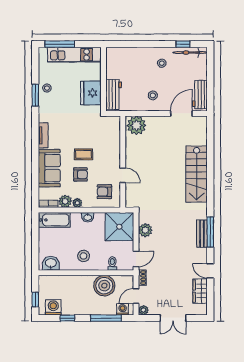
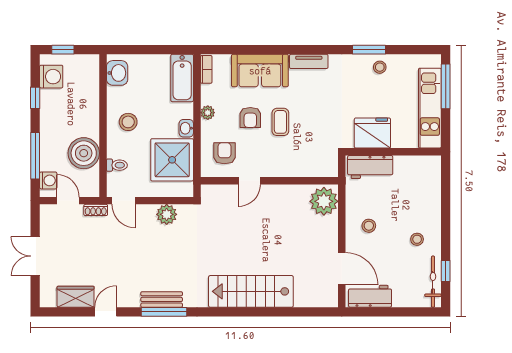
plant: (65, 201) -> (210, 95), removed
shower: (119, 227) -> (172, 160), moved
plant: (143, 310) -> (47, 212), removed

